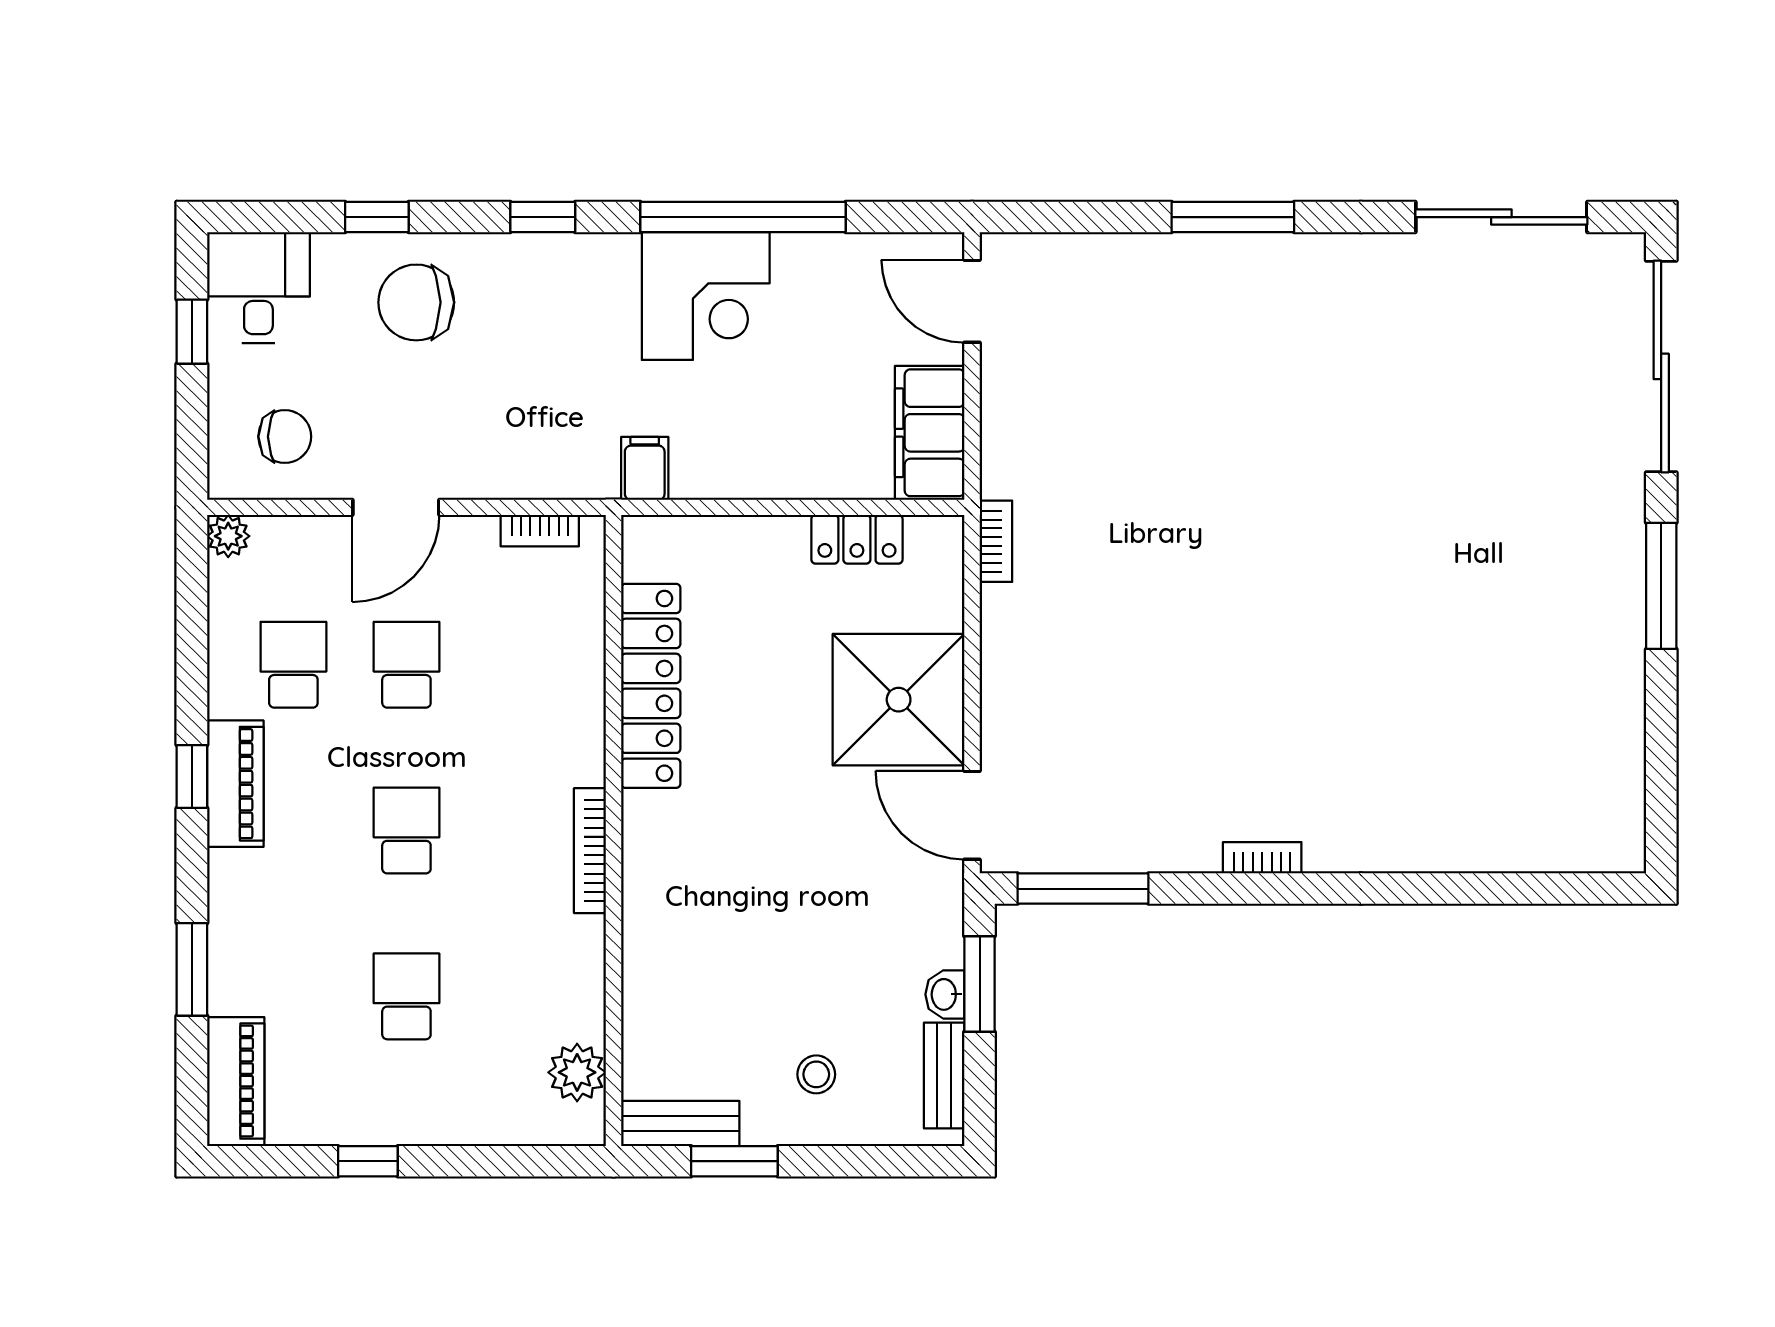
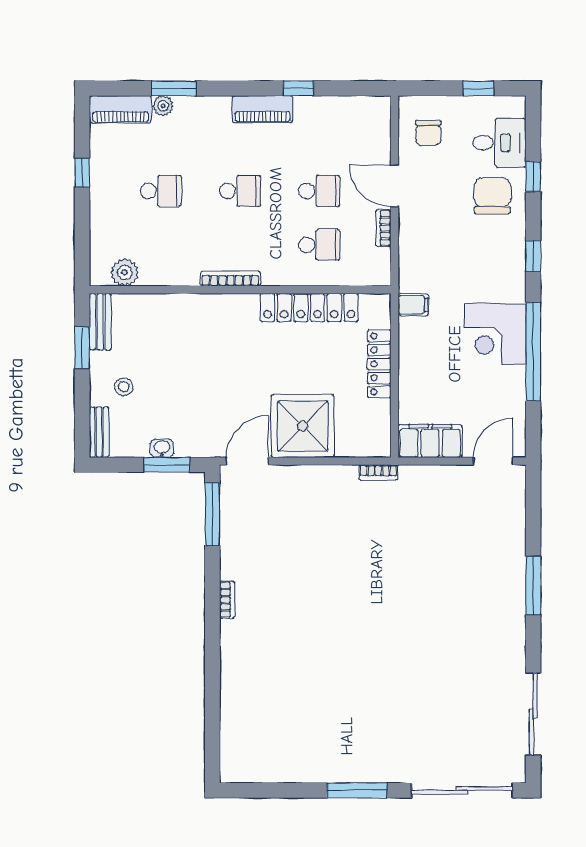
desk: (258, 288) -> (499, 143), moved
bookcase: (540, 531) -> (383, 228), moved
plant: (228, 536) -> (163, 106), moved
locker: (857, 539) -> (379, 364), moved, width x1.53
school desk: (293, 665) -> (319, 245), moved
window: (192, 777) -> (298, 88), moved
bench: (944, 1076) -> (99, 432), moved, turned 90

